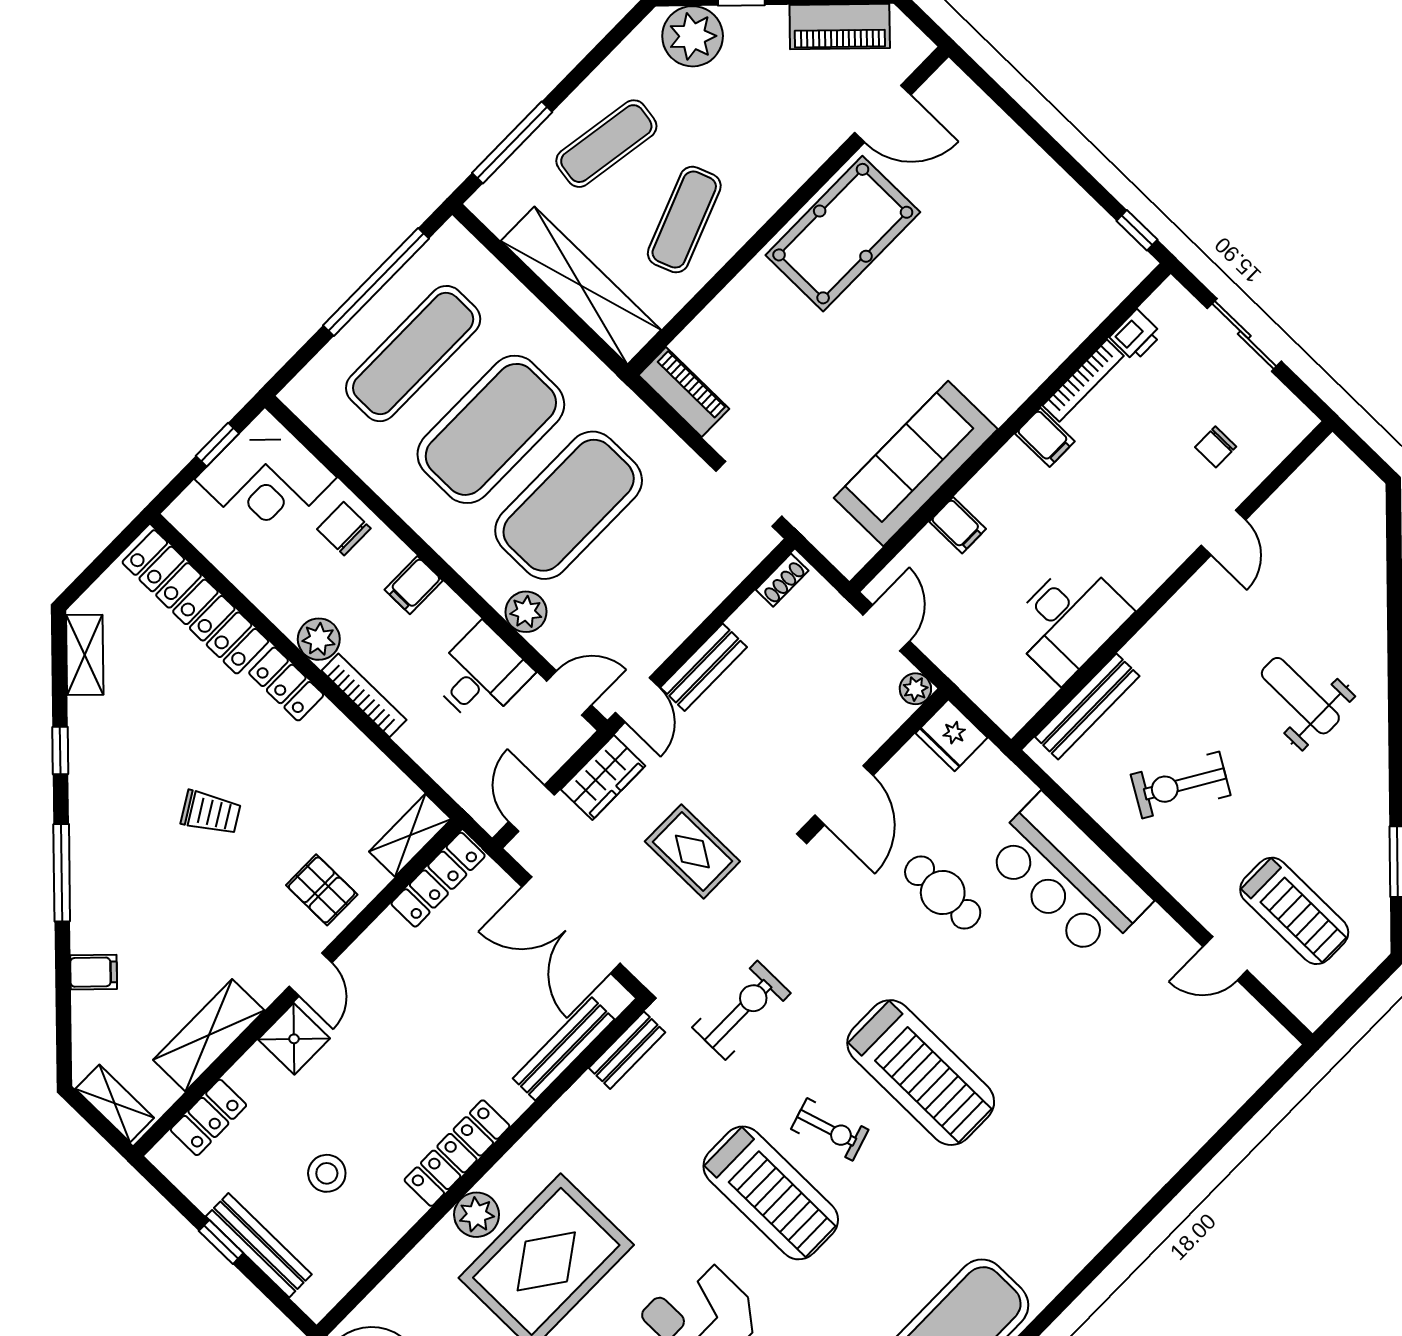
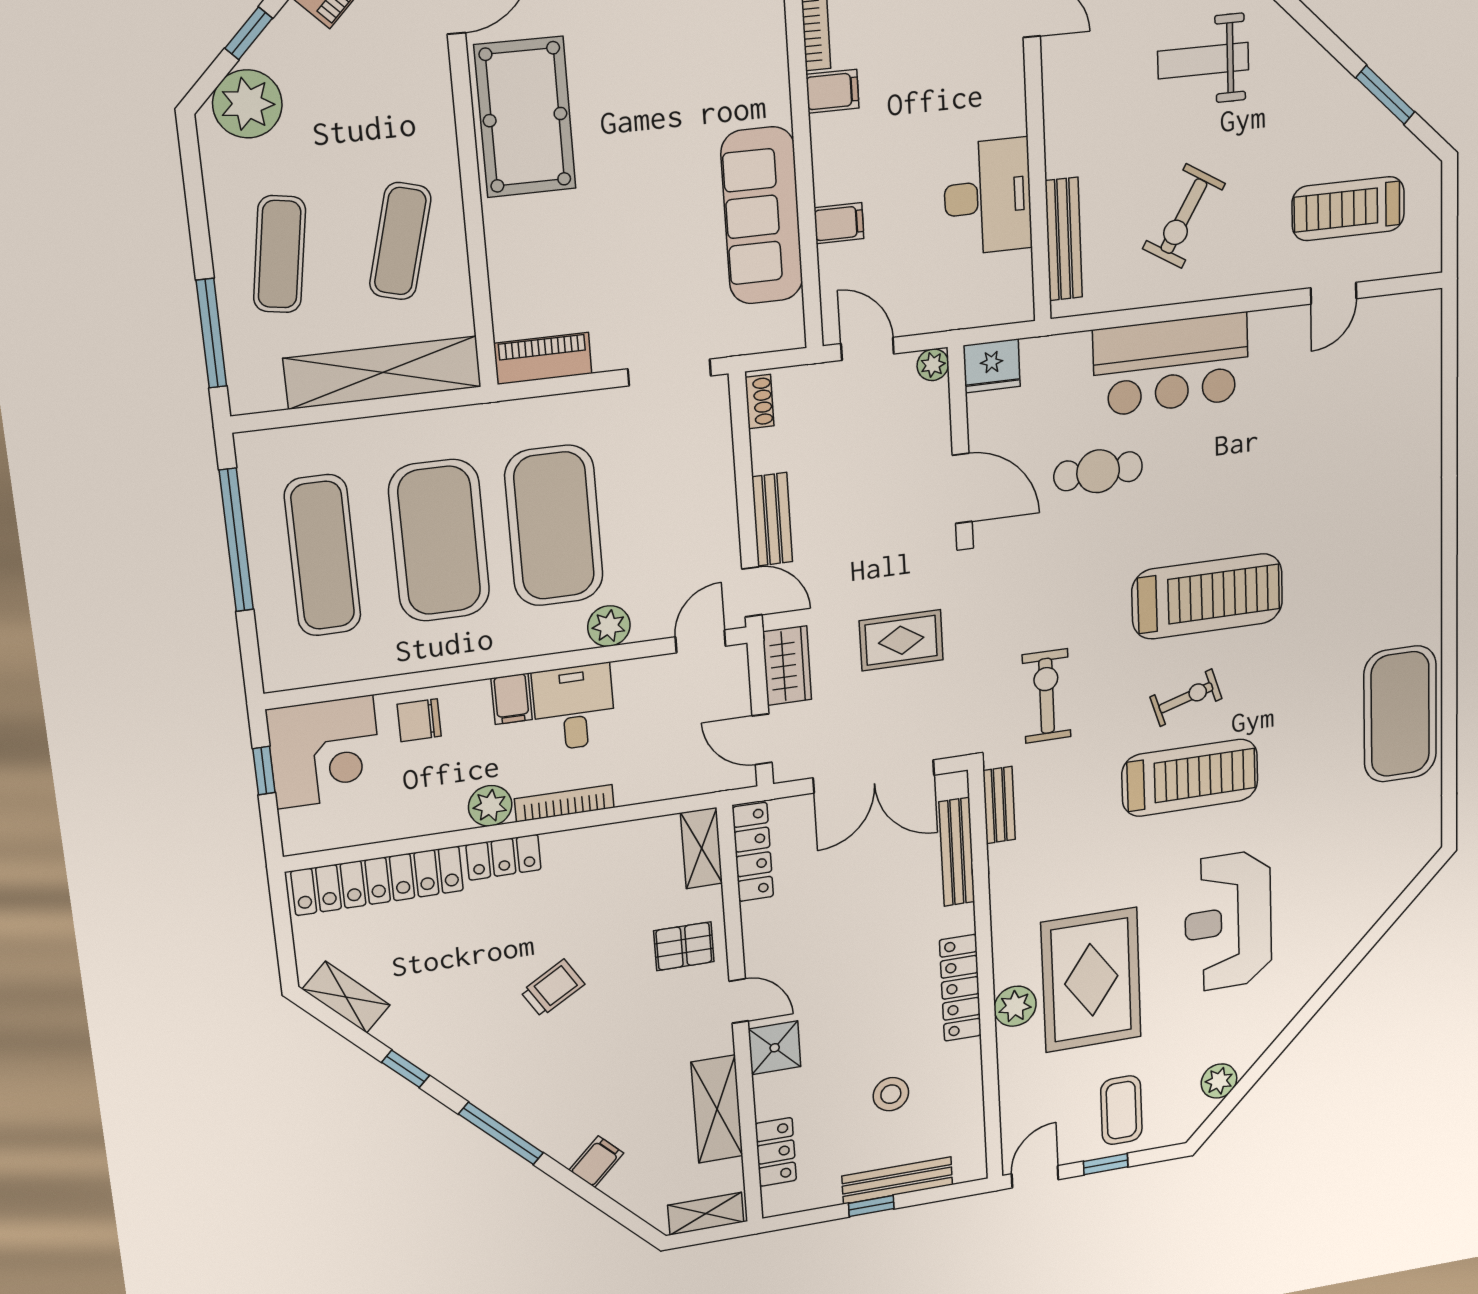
exercise mat: (684, 220) -> (400, 241), turned 36
desk: (481, 675) -> (574, 707), moved
treadmill: (1294, 911) -> (1348, 209), turned 180

